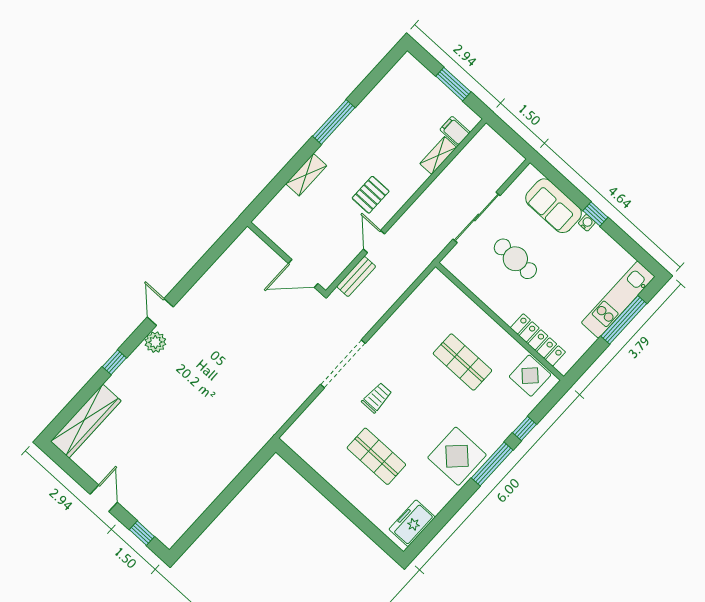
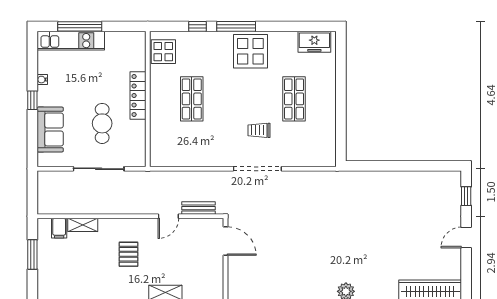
pallet: (371, 195) -> (128, 254), moved, turned 90
water cooler: (587, 223) -> (42, 80), moved
locker: (538, 340) -> (138, 96), moved

